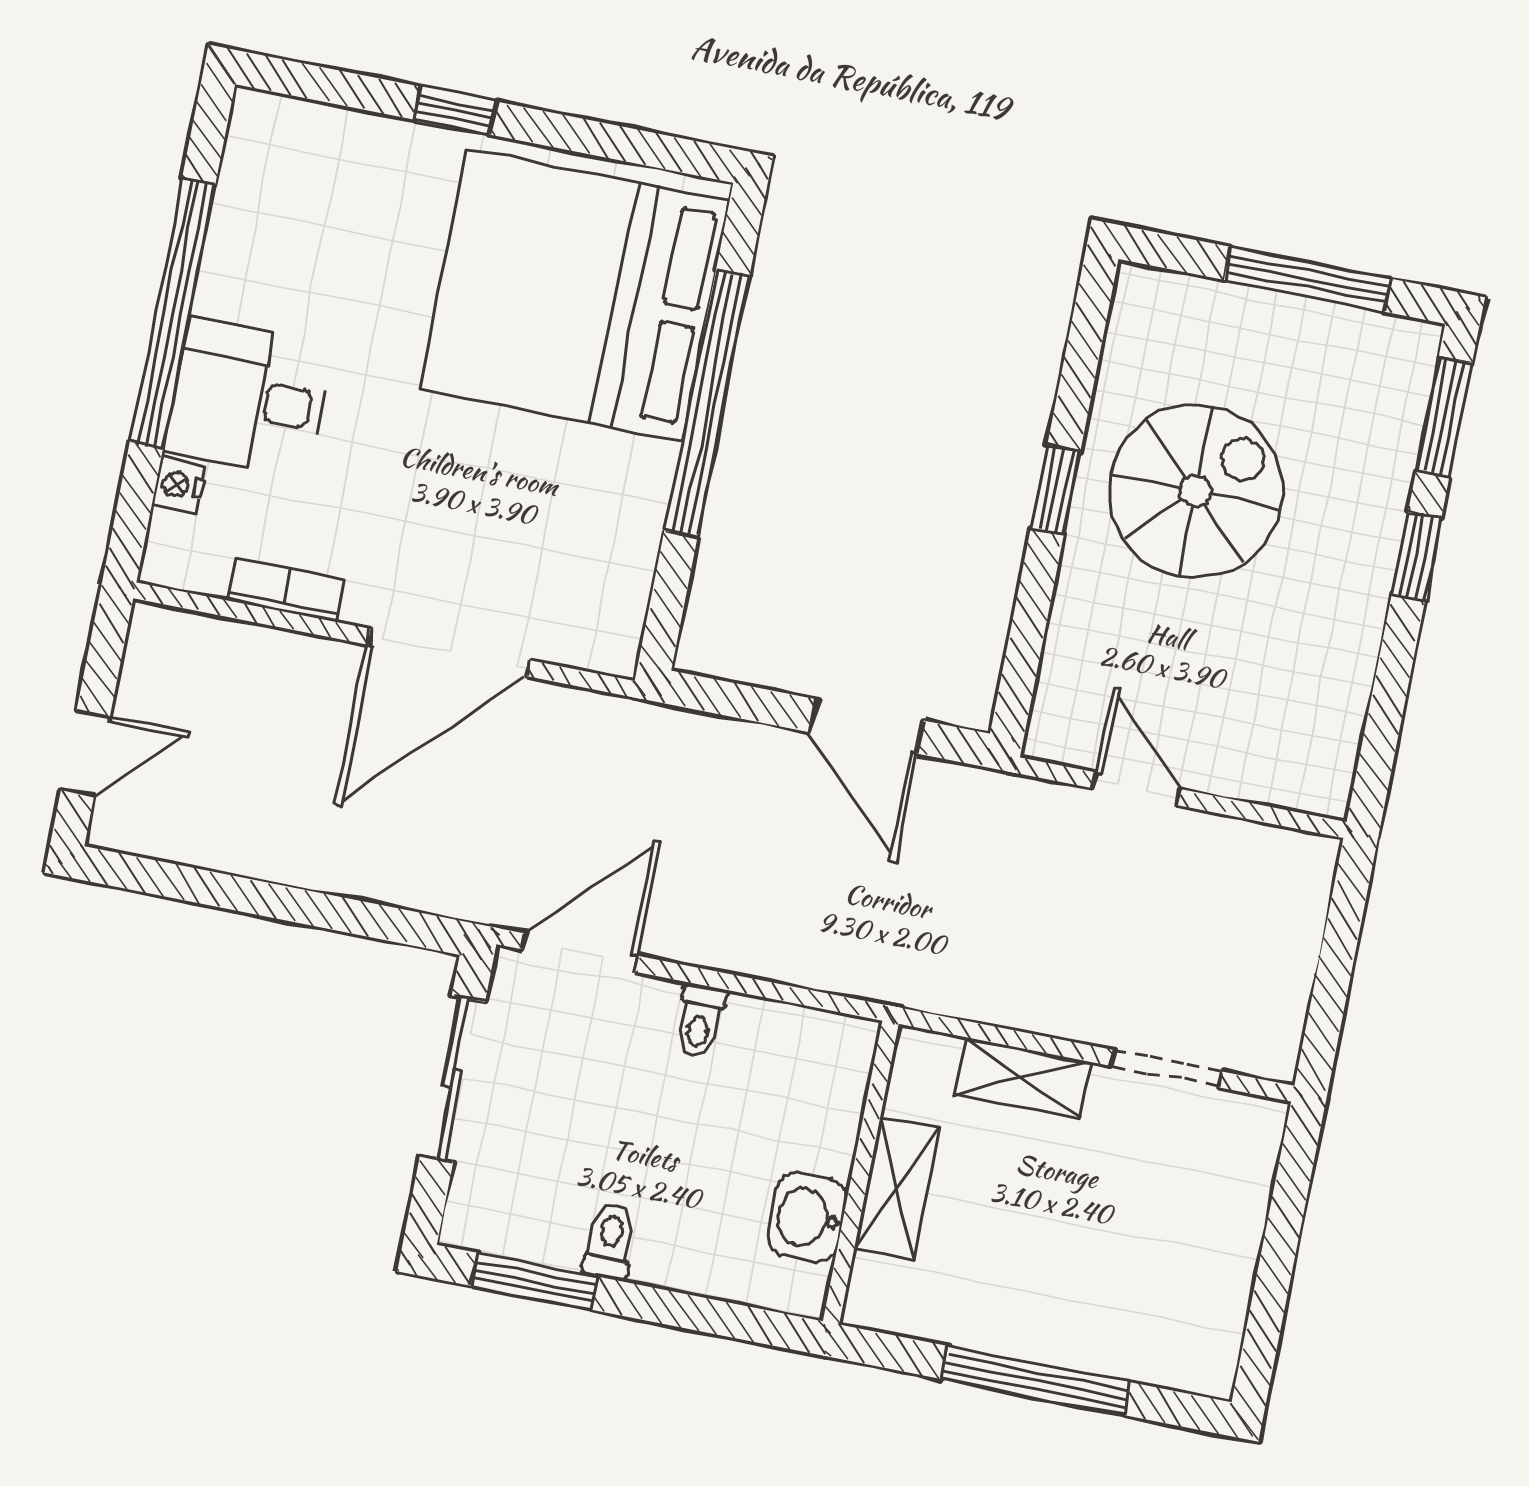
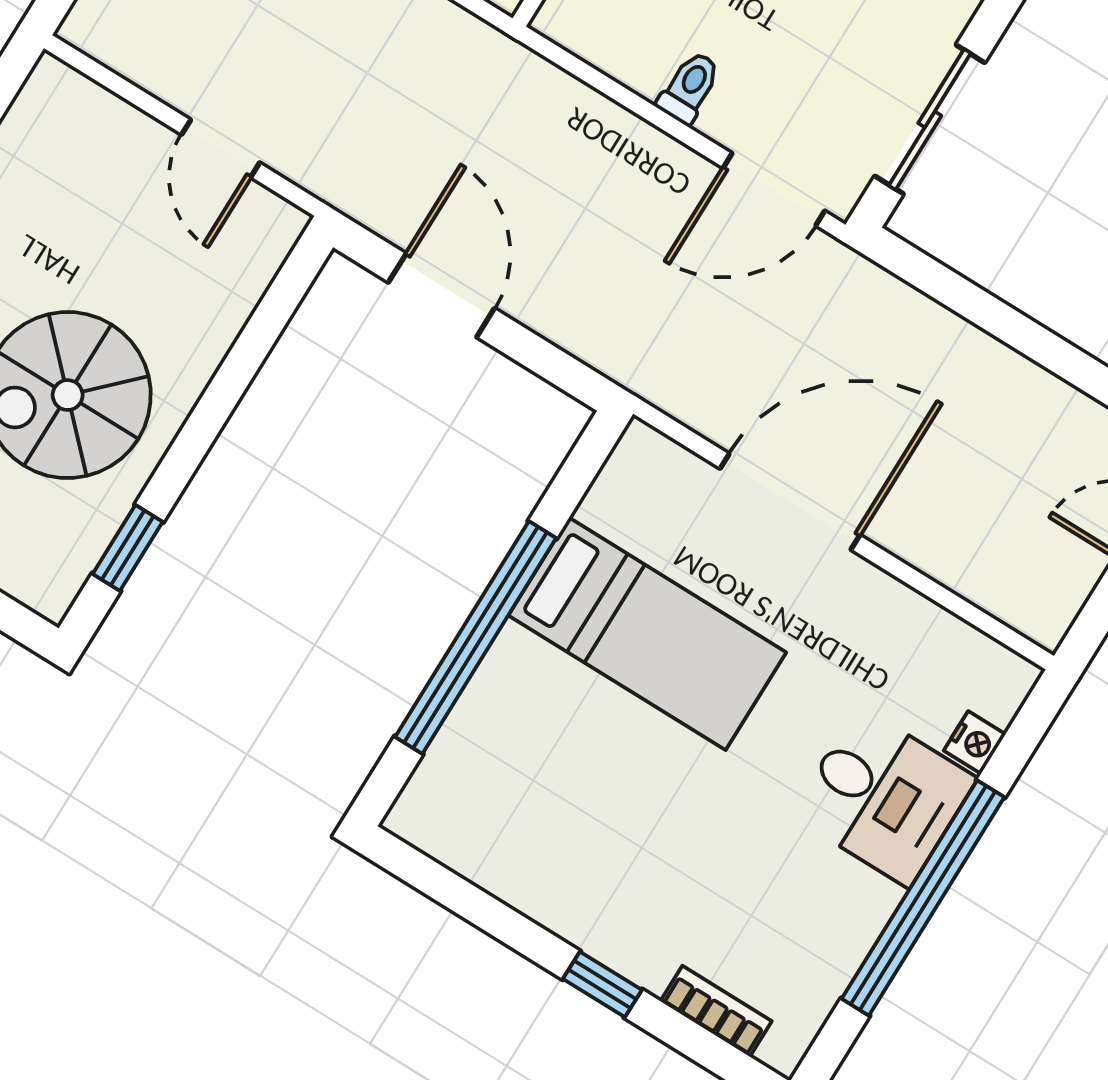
bed: (575, 295) -> (647, 634), moved, width x0.49
window: (1055, 490) -> (128, 548), moved
bookcase: (286, 590) -> (716, 1011), moved, turned 180

